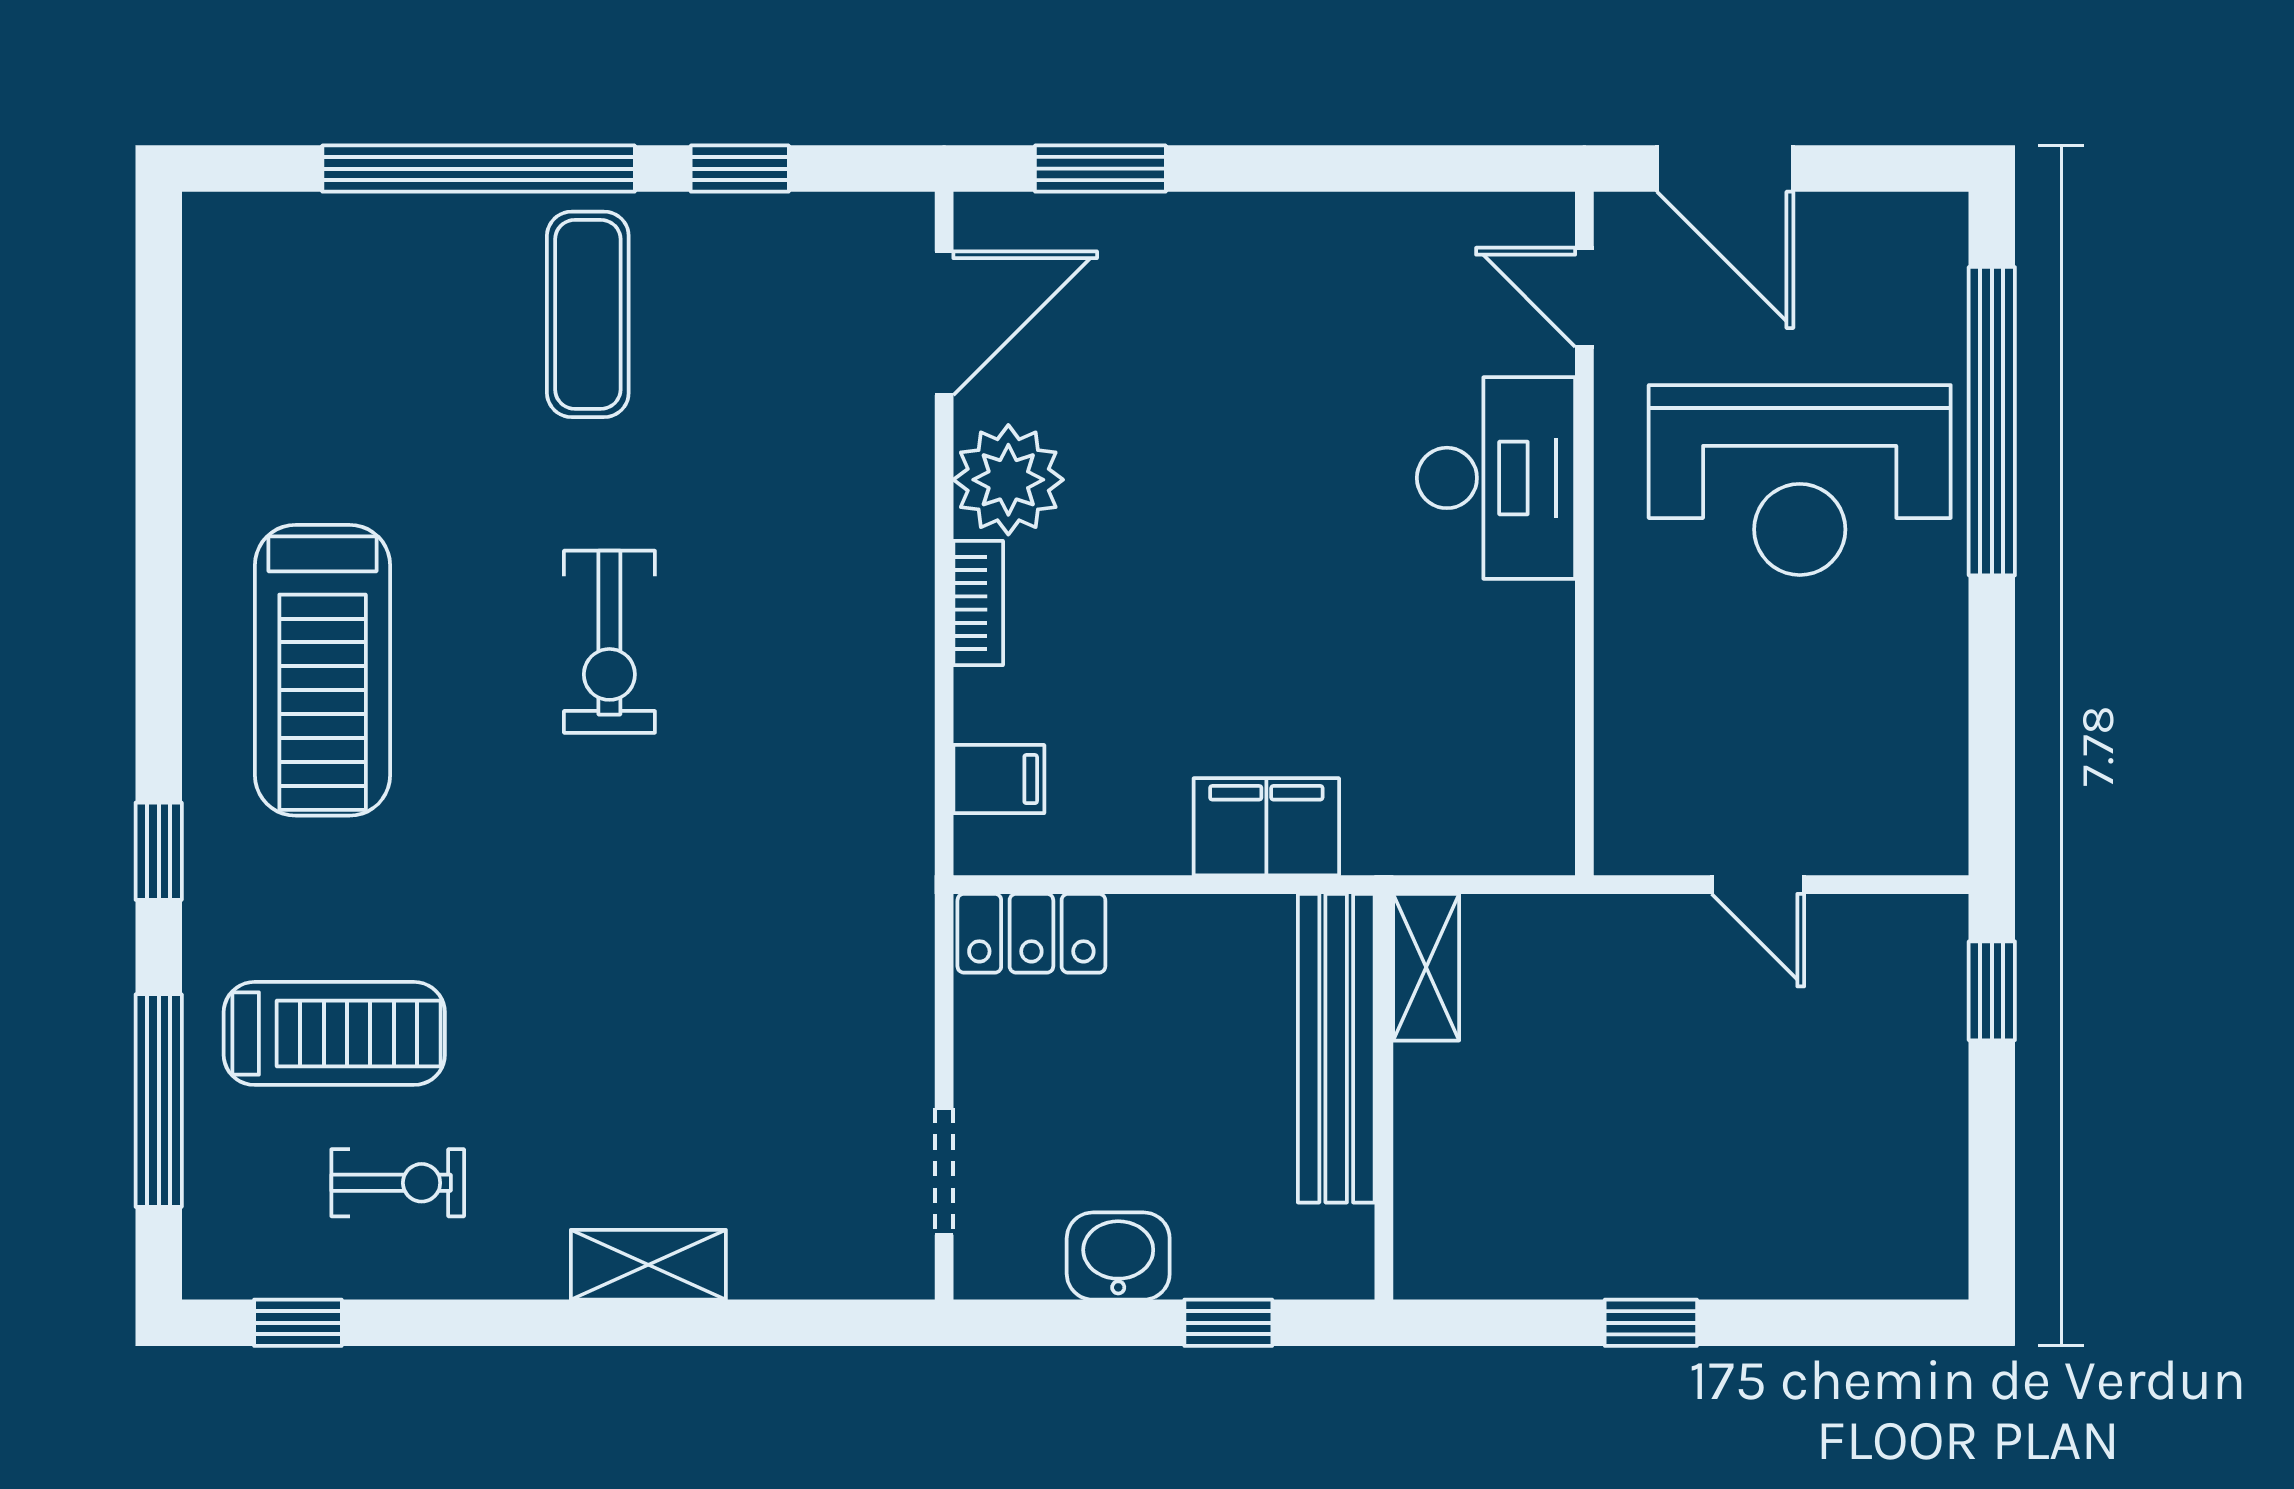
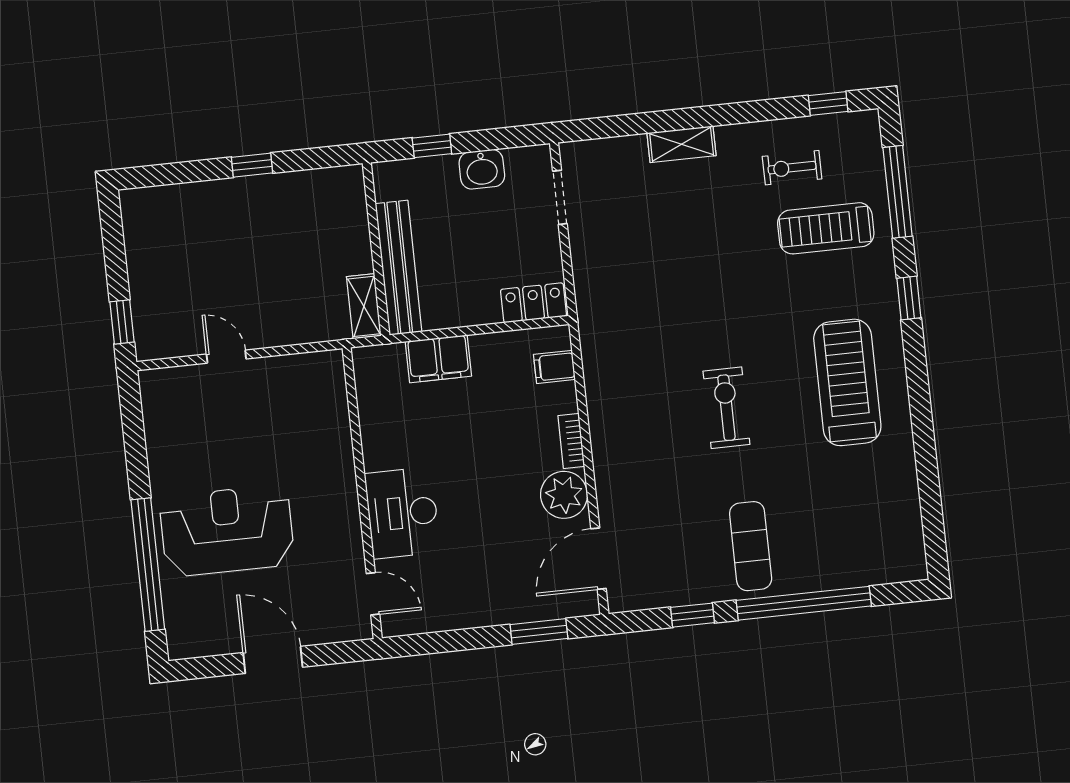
door: (1584, 297) -> (373, 594), moved
desk: (1496, 478) -> (402, 513), moved
wall: (1584, 533) -> (362, 493), moved

